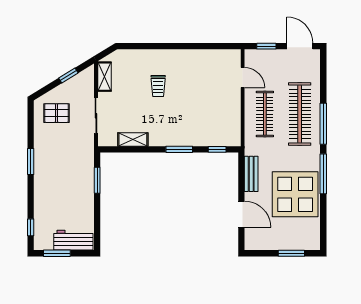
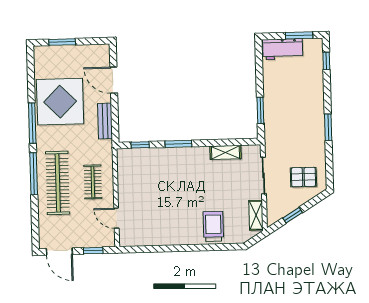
trolley: (158, 86) -> (213, 226), moved, width x1.36, depth x1.39
clothes rail: (265, 114) -> (93, 182), width x0.73

